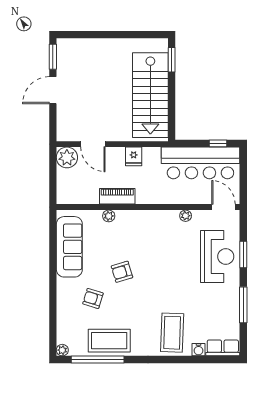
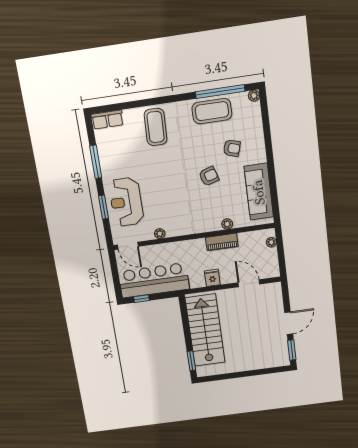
plant: (67, 157) -> (271, 242), moved, width x0.53, depth x0.53
water cooler: (199, 350) -> (129, 115), removed

